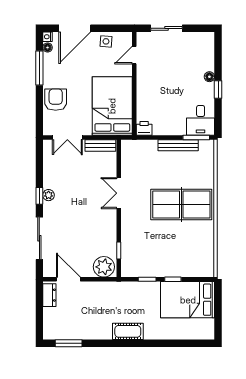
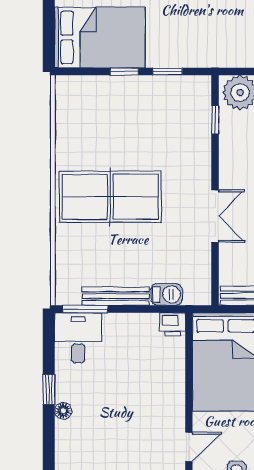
barbecue: (148, 146) -> (167, 294), added

